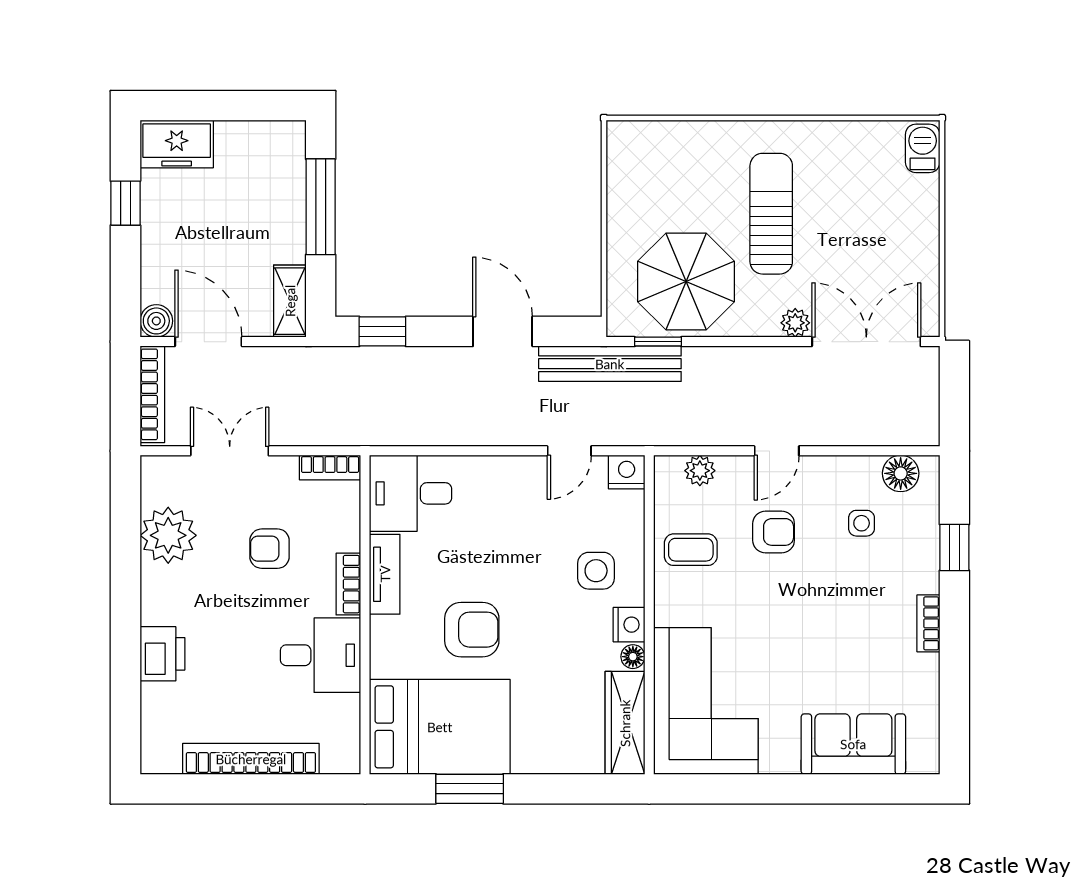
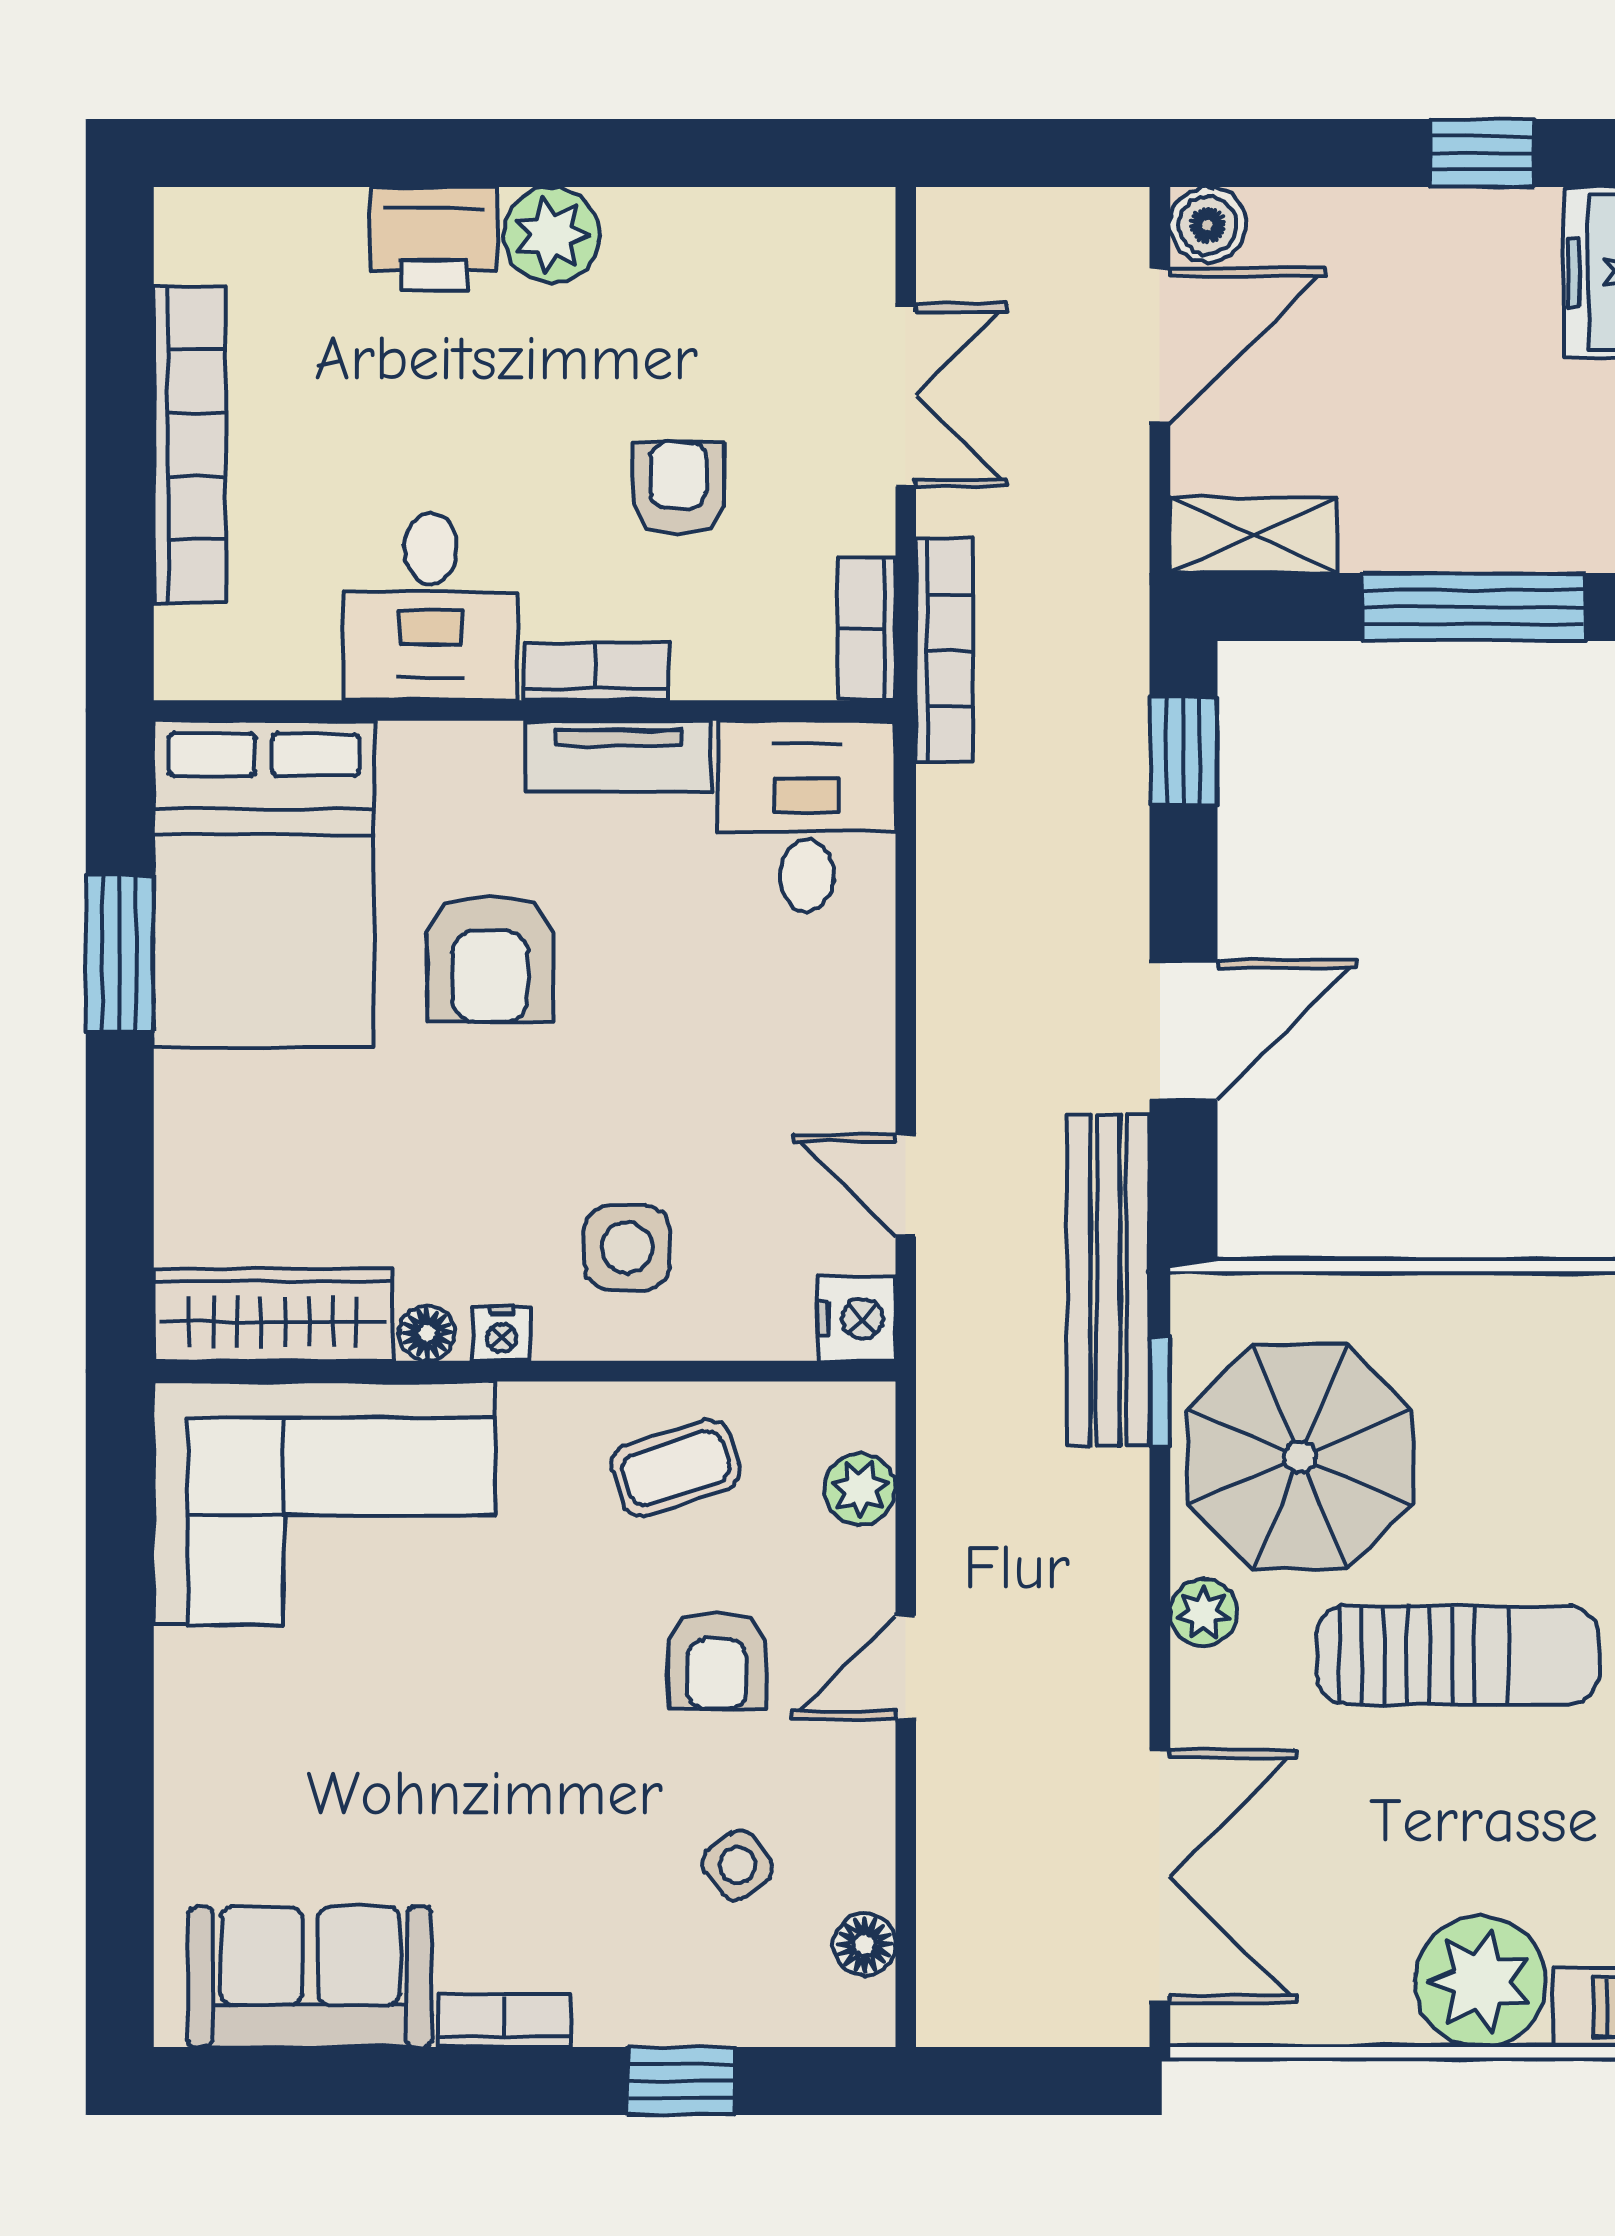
plant: (912, 204) -> (1481, 1982), added
plant: (795, 323) -> (1204, 1613), moved
bookcase: (152, 394) -> (945, 650), moved, turned -90
door: (777, 451) -> (906, 1668), hinge flipped
floor lamp: (901, 473) -> (865, 1945), width x0.73, depth x0.73
side table: (862, 523) -> (738, 1865), turned -37
plant: (168, 535) -> (551, 235), moved, width x0.73, depth x0.73
coffee table: (691, 550) -> (676, 1468), turned 72
nightstand: (629, 625) -> (502, 1334), width x0.72, depth x0.74
sofa: (853, 744) -> (310, 1977), moved, turned -90

